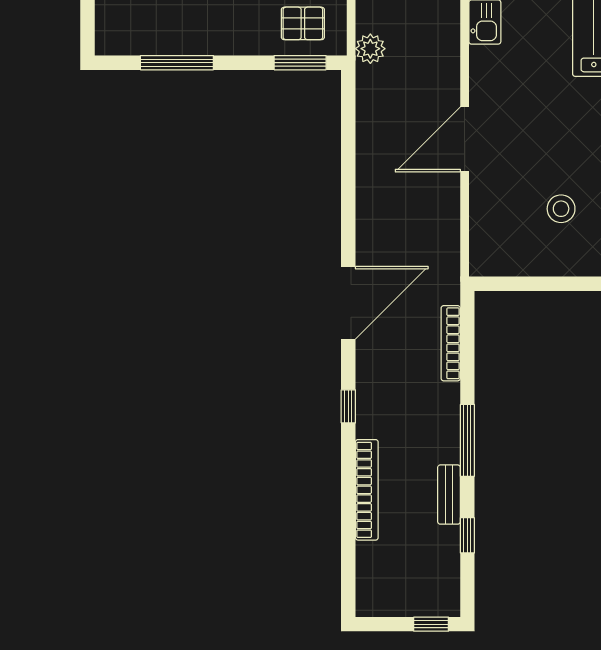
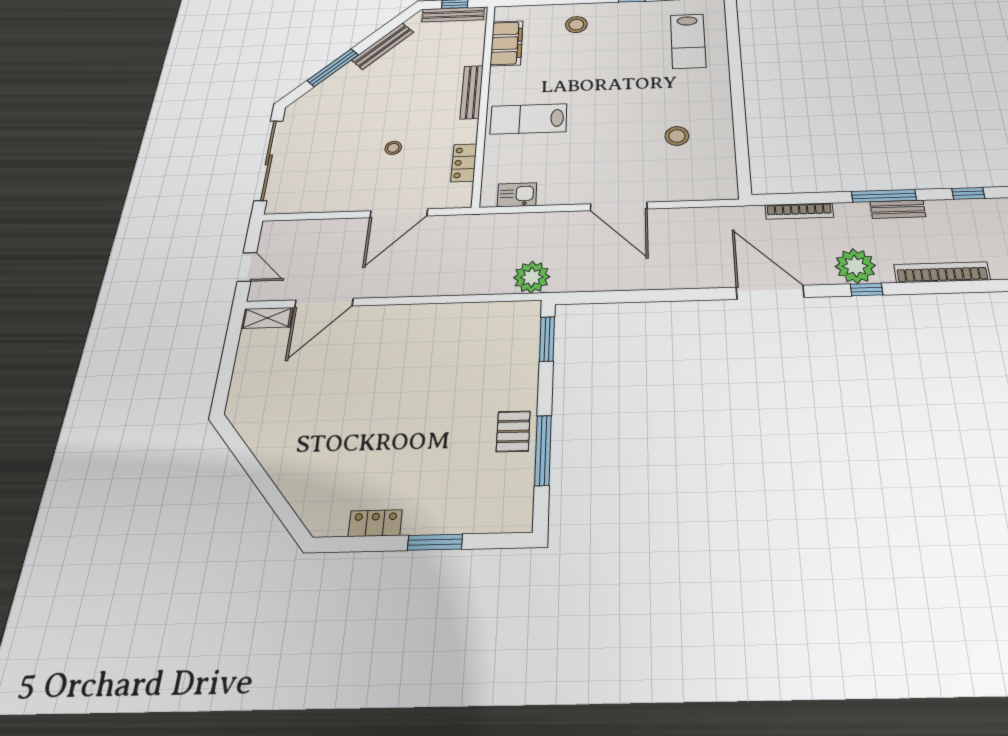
pallet: (303, 23) -> (513, 431), moved
plant: (370, 49) -> (532, 277), width x1.36, depth x1.36
plant: (378, 398) -> (855, 266), added
bench: (449, 495) -> (898, 209), moved

